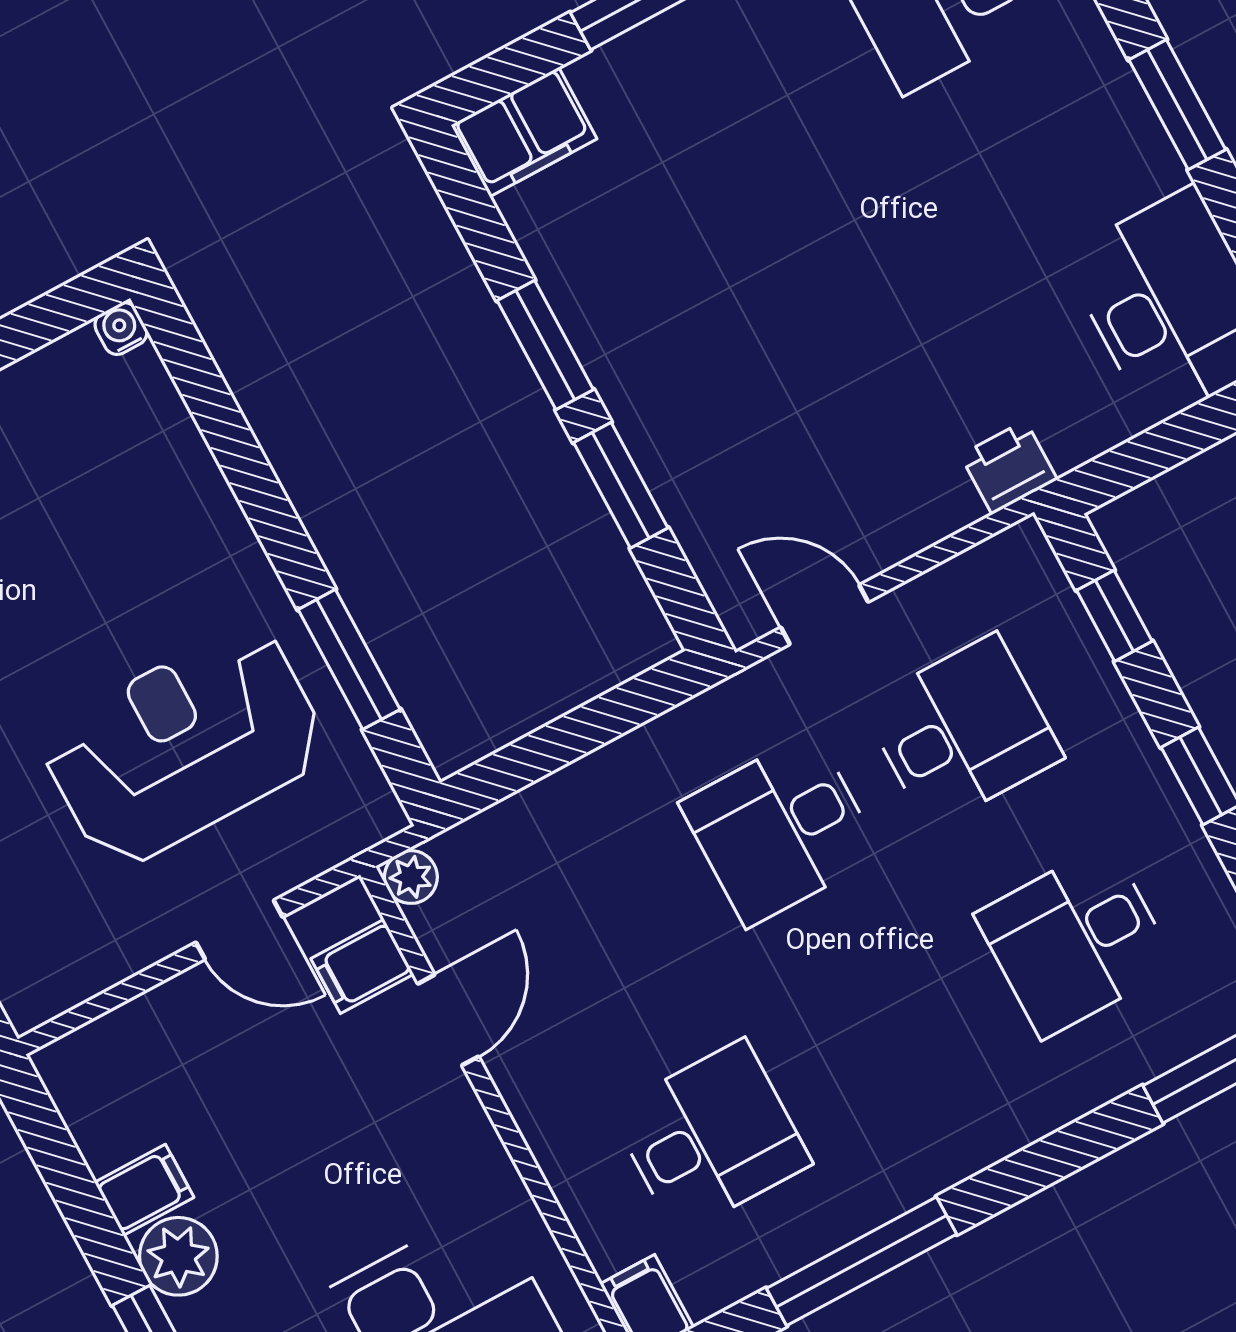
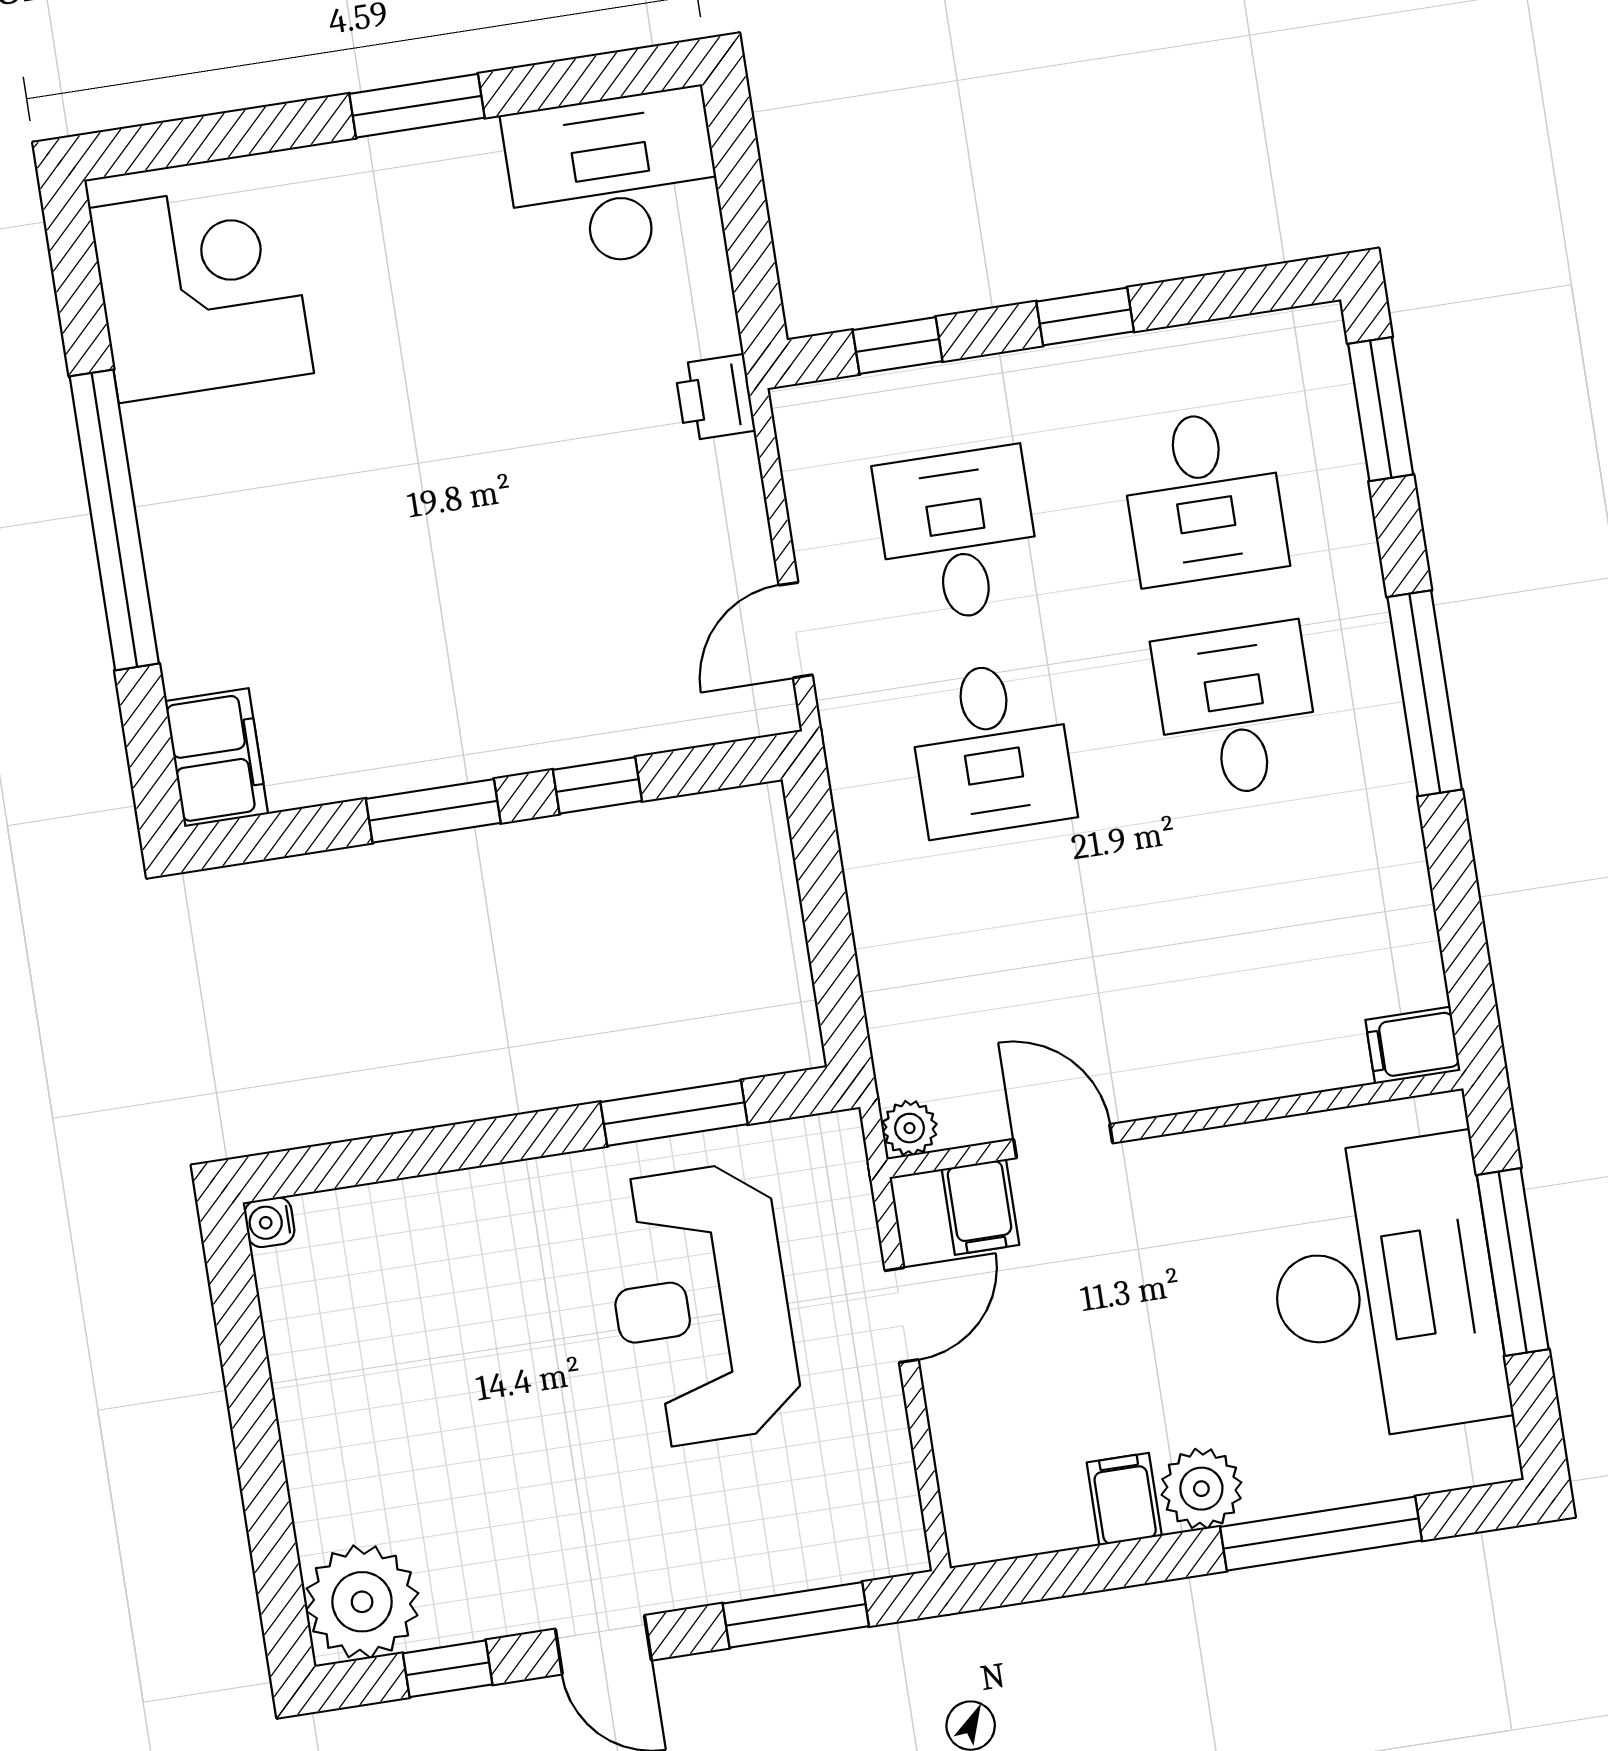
window: (621, 485) -> (597, 785), width x0.67
desk: (711, 1137) -> (1237, 710), moved
window: (862, 1261) -> (1425, 693), moved

